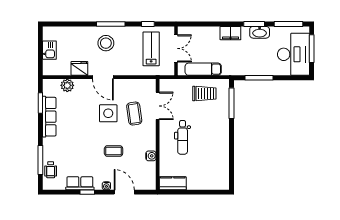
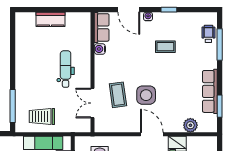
coffee table: (114, 151) -> (165, 47), moved
row of seats: (80, 183) -> (102, 27), moved, turned -90
kitchen counter: (173, 183) -> (51, 19), moved

